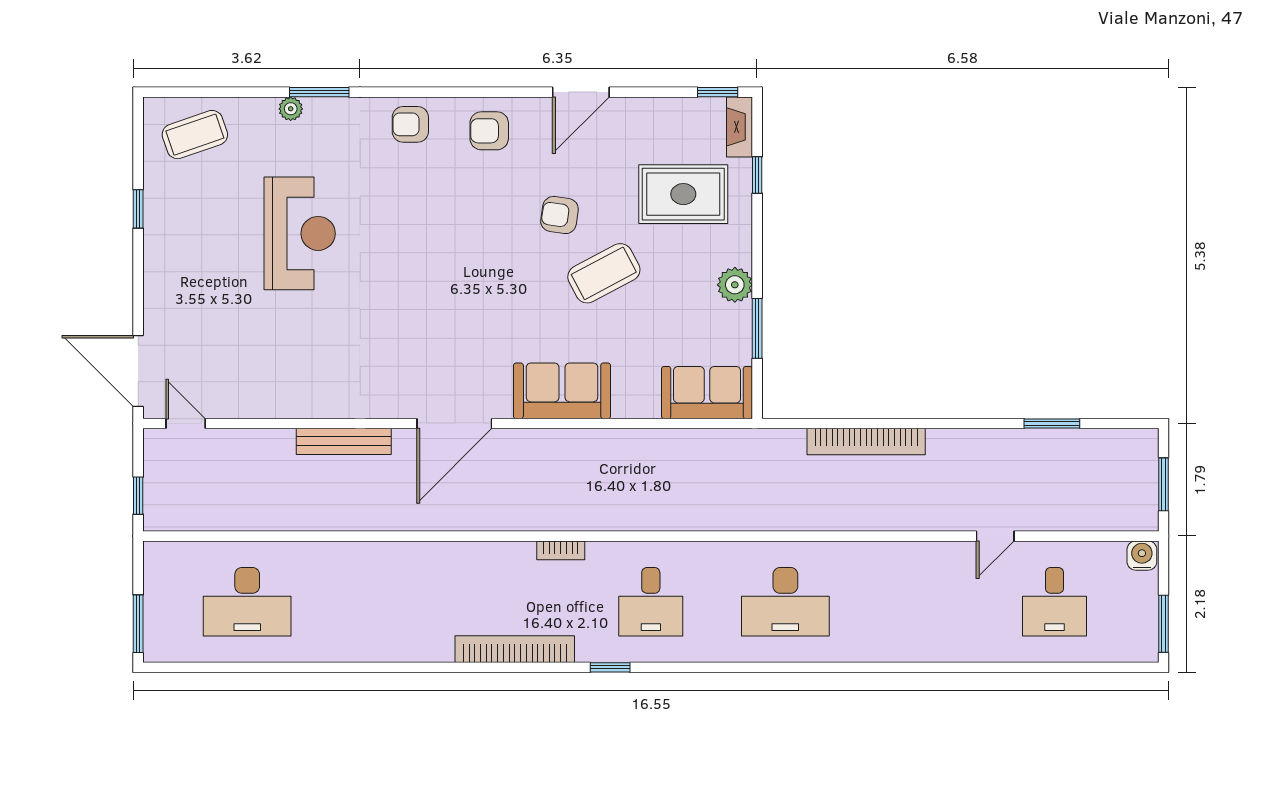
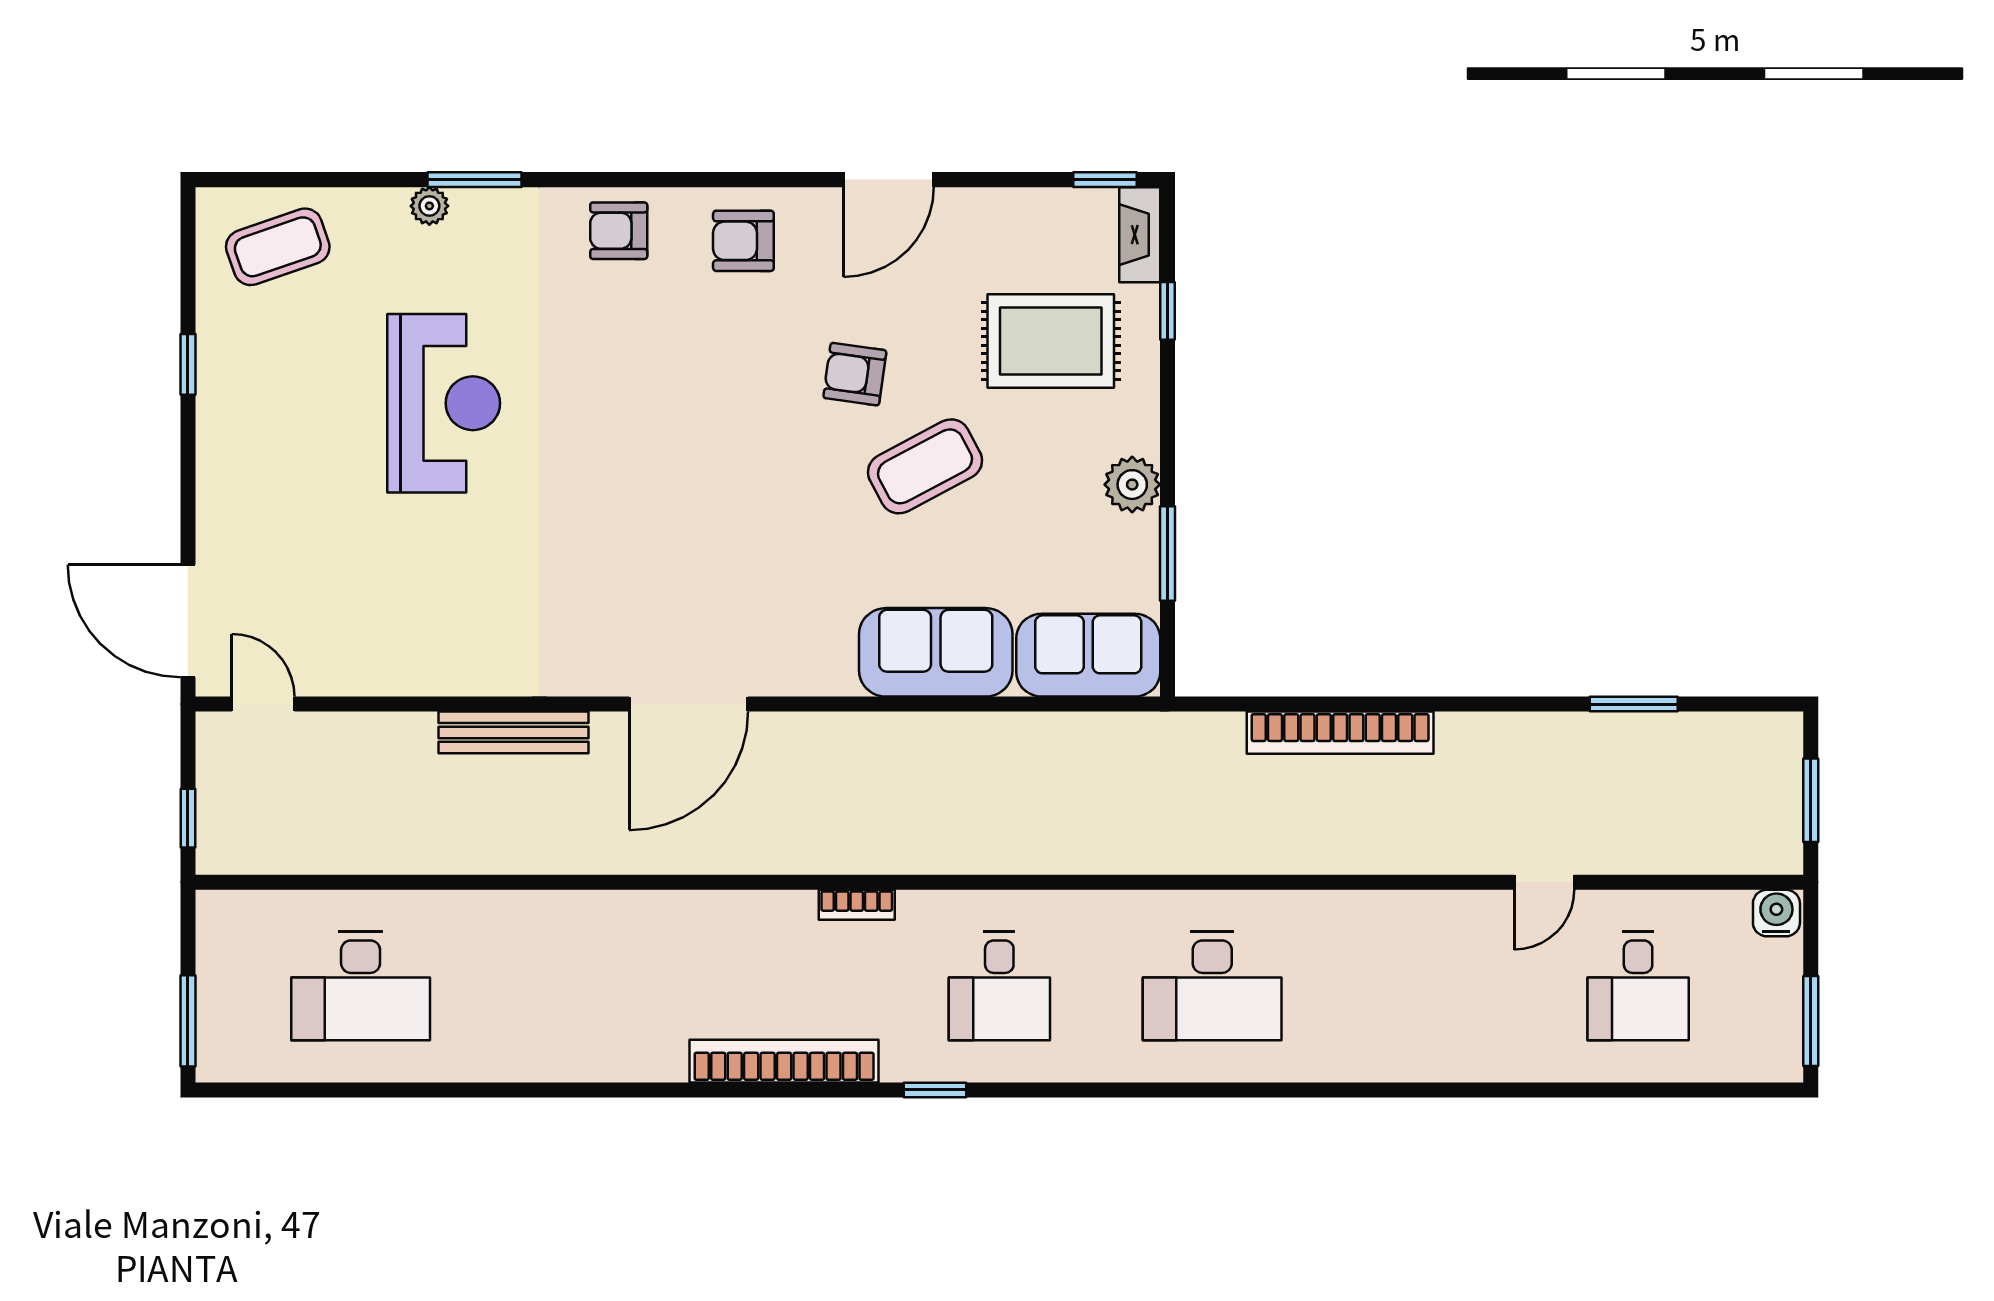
sofa: (562, 391) -> (936, 652), moved

